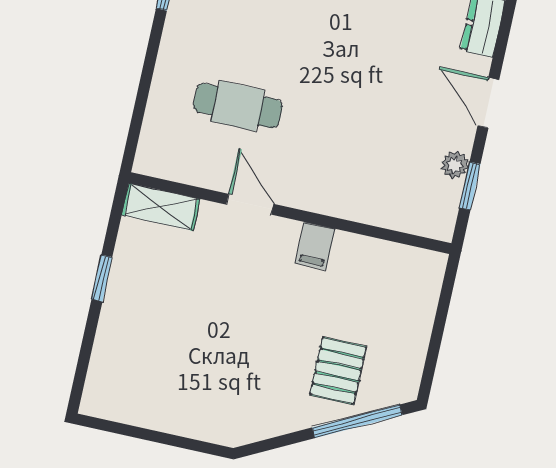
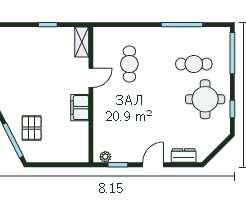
plant: (455, 165) -> (105, 157), moved
filing cabinet: (315, 246) -> (80, 108), width x2.00
pallet: (338, 371) -> (32, 128), turned 90

